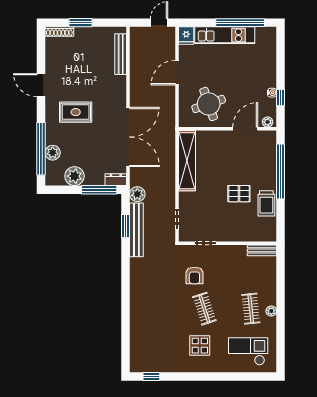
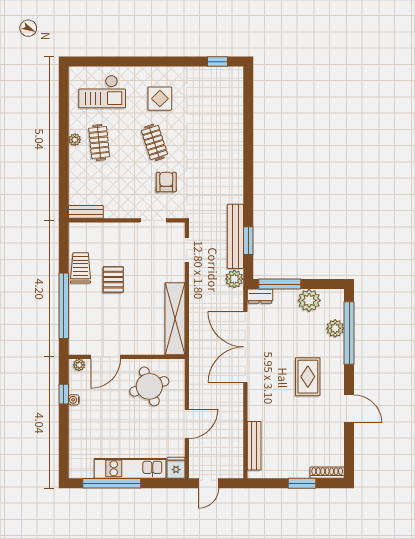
rug: (76, 112) -> (308, 377), turned 90
pallet: (239, 194) -> (113, 280), turned 90

